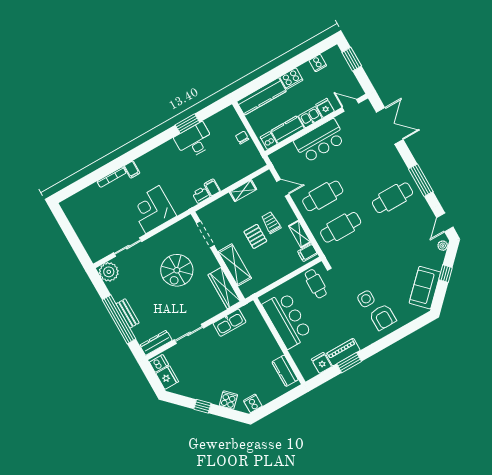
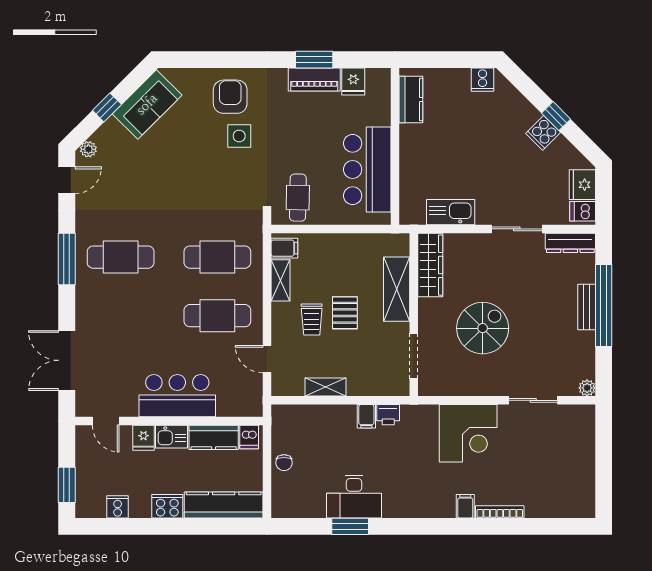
plant: (109, 272) -> (587, 388), width x0.53, depth x0.53
cooker: (228, 400) -> (543, 133), moved

